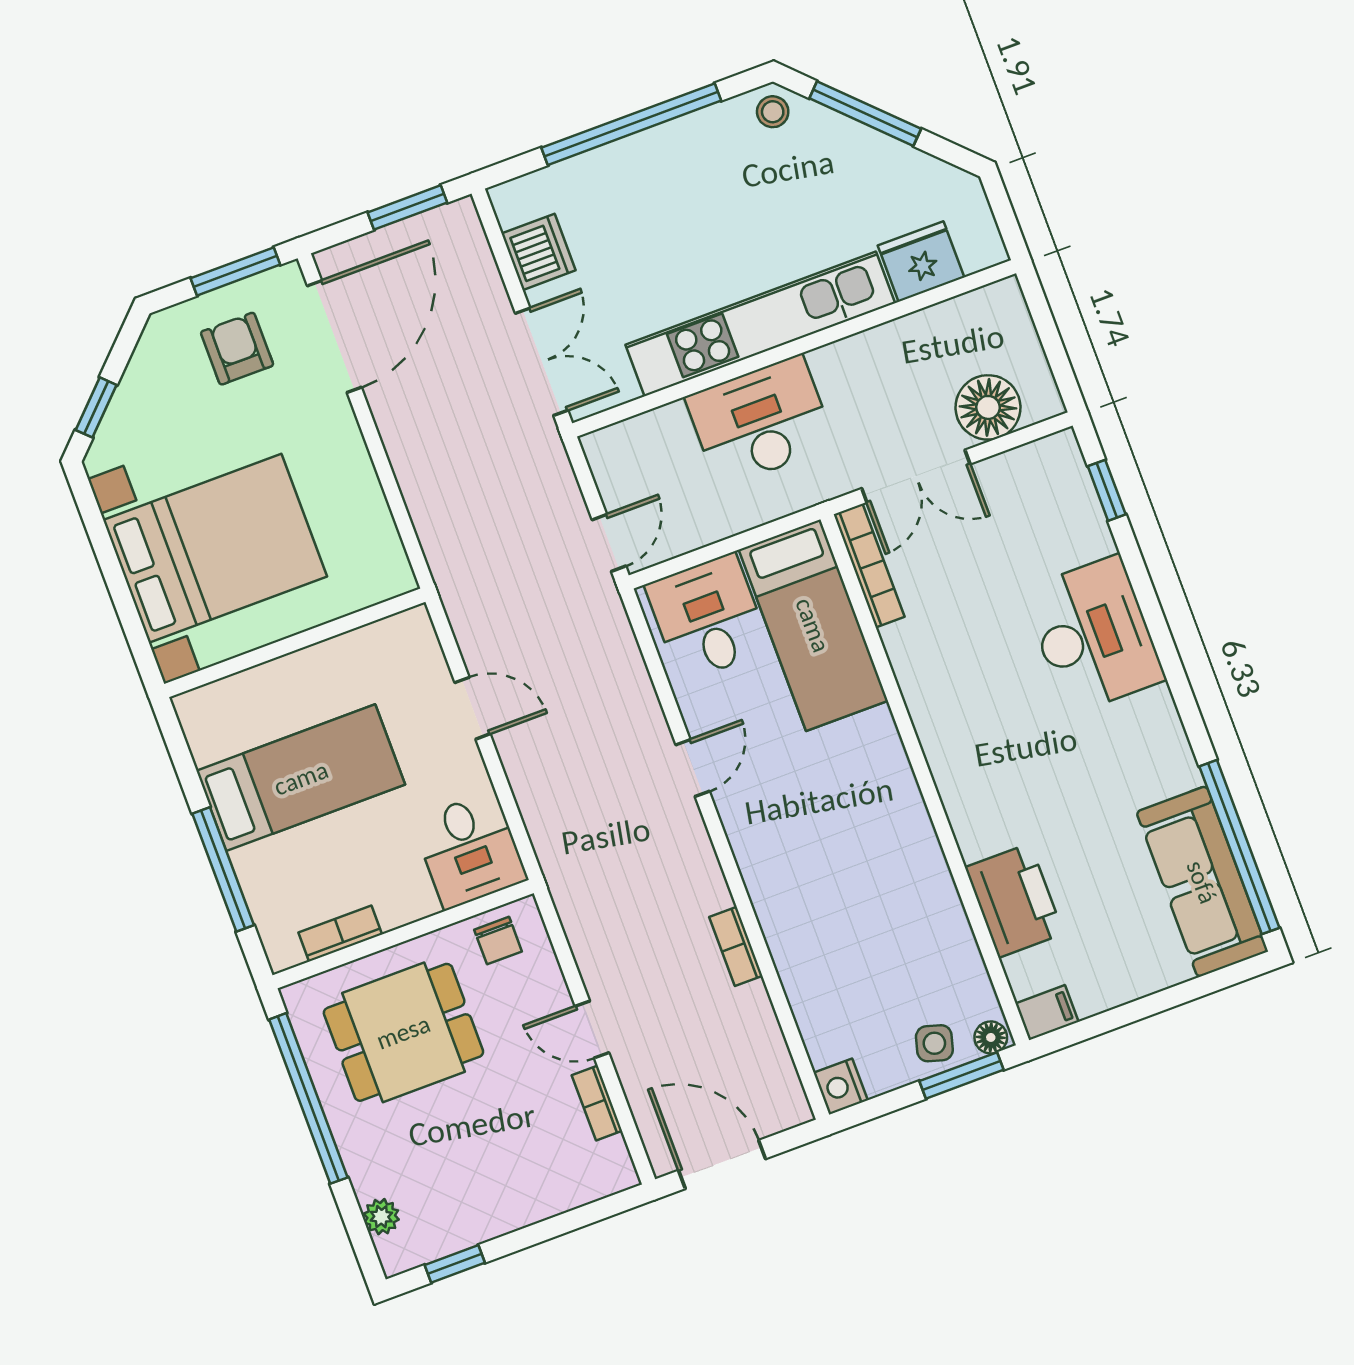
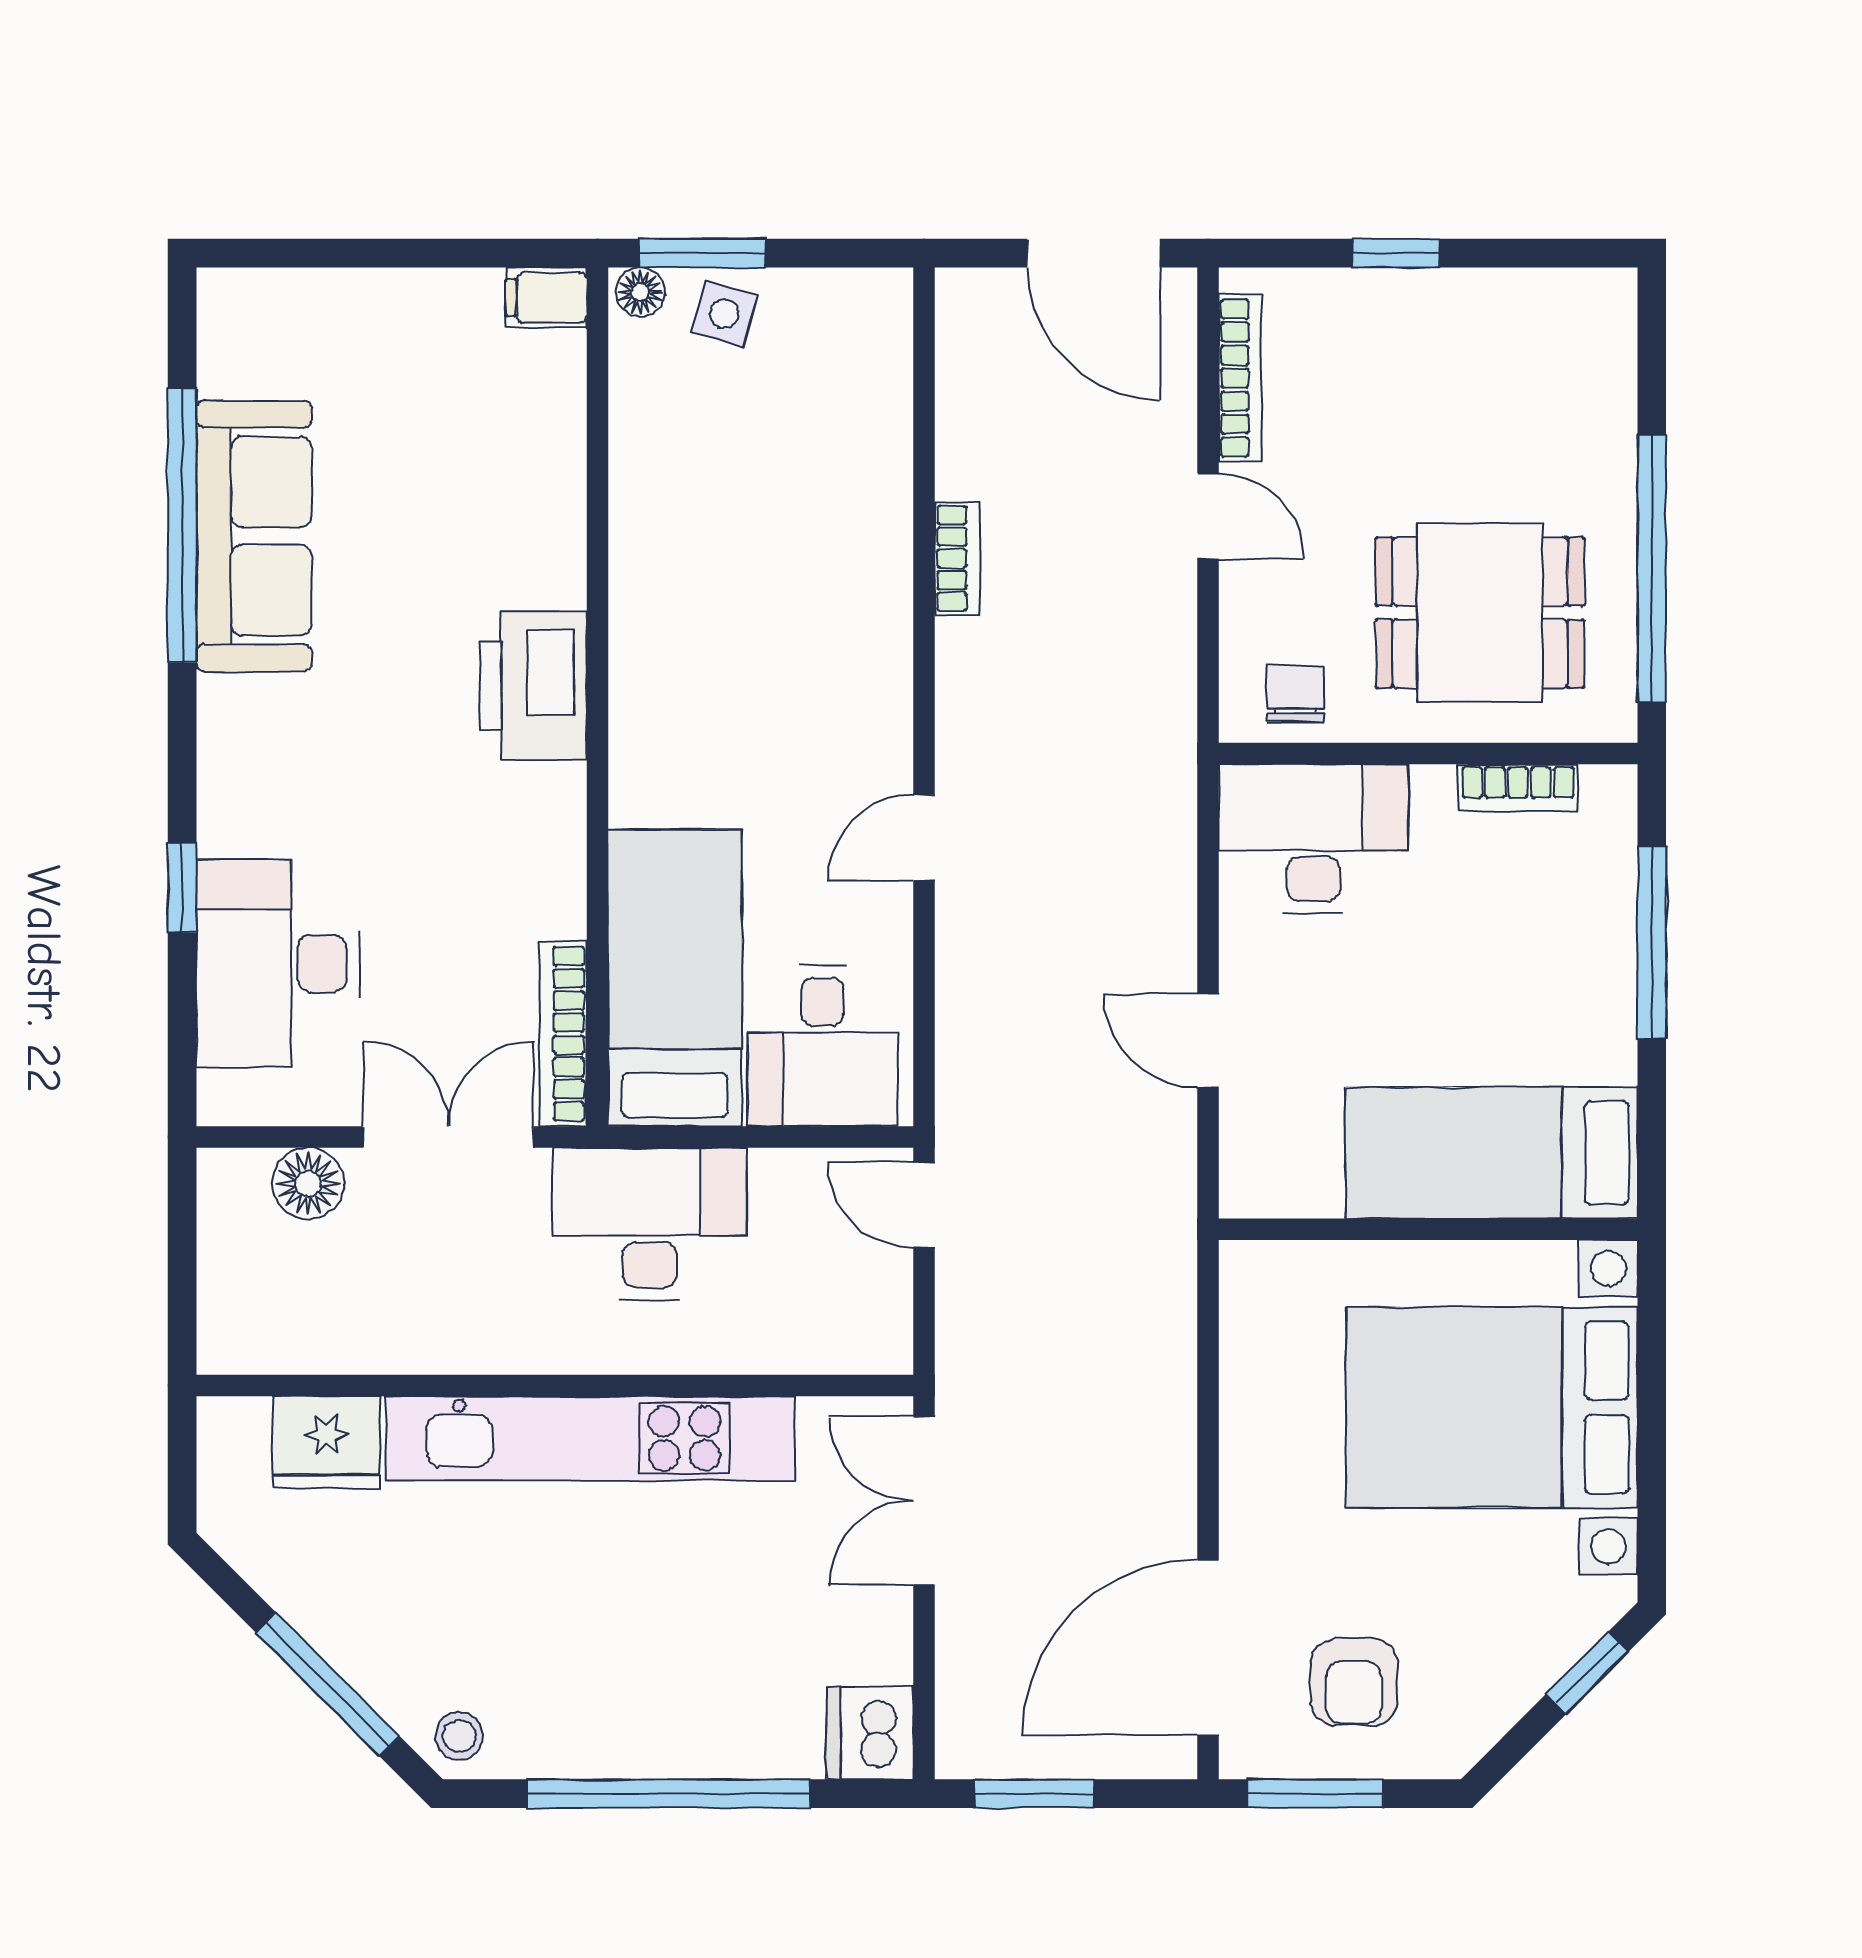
dishwasher: (539, 252) -> (870, 1733), moved
floor lamp: (988, 407) -> (308, 1184), width x0.73, depth x0.73
desk: (760, 421) -> (650, 1224), moved, turned 180
window: (1107, 490) -> (182, 888), moved
door: (609, 543) -> (924, 1205), hinge flipped
desk: (1094, 635) -> (278, 963), moved
bed: (301, 778) -> (1491, 1153), moved
window: (1239, 847) -> (182, 525), moved
desk: (470, 850) -> (1313, 839), width x1.37
sofa: (1202, 882) -> (254, 536), moved
printer: (1014, 901) -> (533, 686), moved
nightstand: (841, 1087) -> (882, 302), removed
bookcase: (597, 1103) -> (1240, 378), width x1.56
plant: (381, 1217) -> (1610, 360), removed
window: (455, 1264) -> (1396, 253), moved

